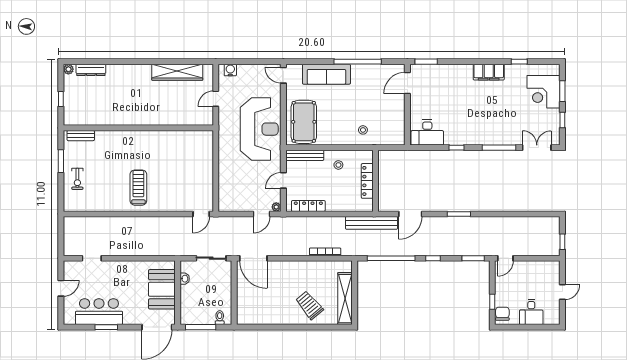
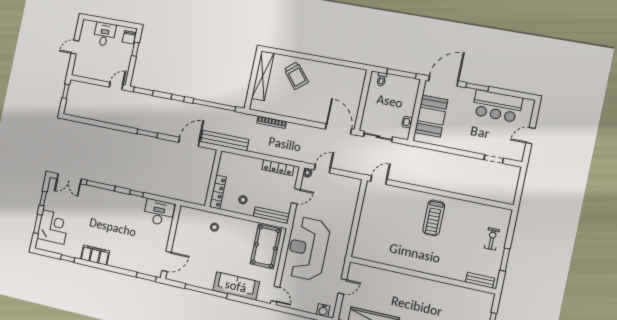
locker: (367, 181) -> (218, 192), moved
window: (106, 327) -> (477, 87), moved

